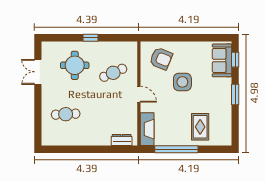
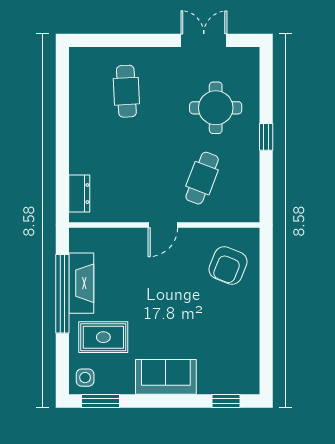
sofa: (222, 60) -> (166, 377), moved
cafe table: (113, 73) -> (202, 178), turned 45
side table: (182, 82) -> (85, 378), moved, width x0.54, depth x0.54
window: (235, 95) -> (100, 401), moved
fireplace: (147, 129) -> (81, 283), moved, turned -90

